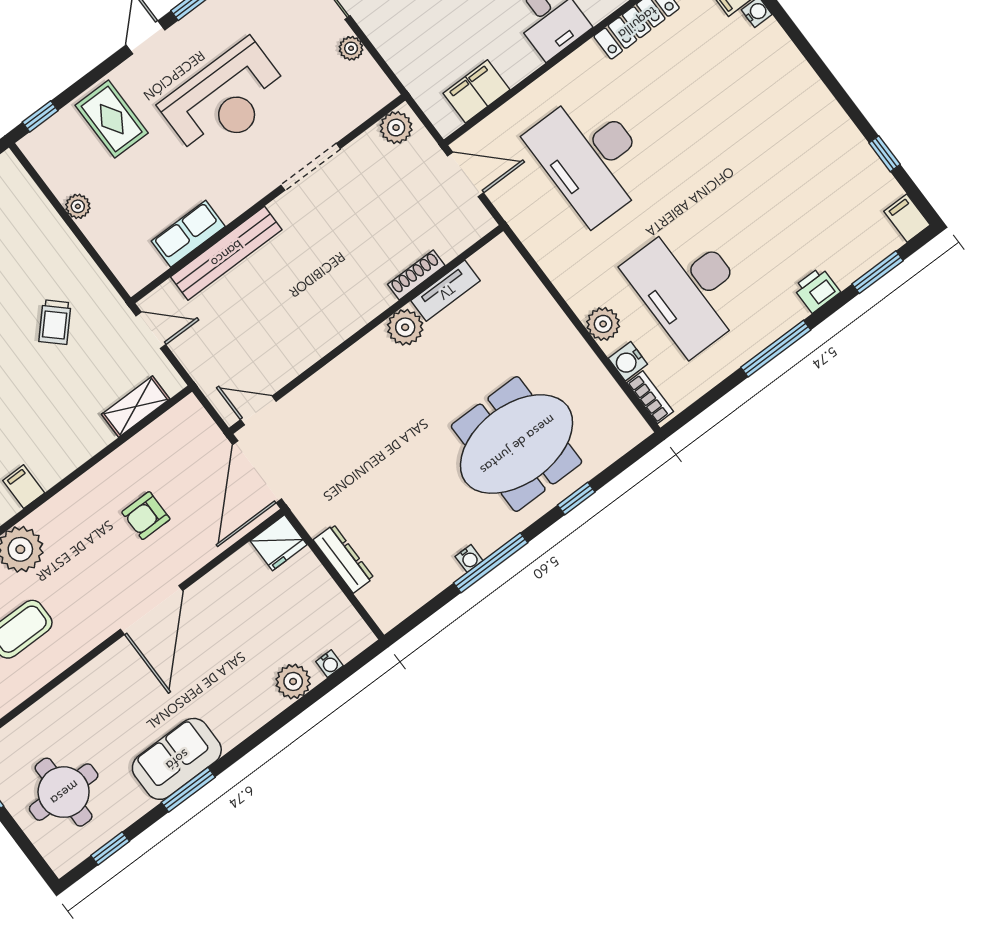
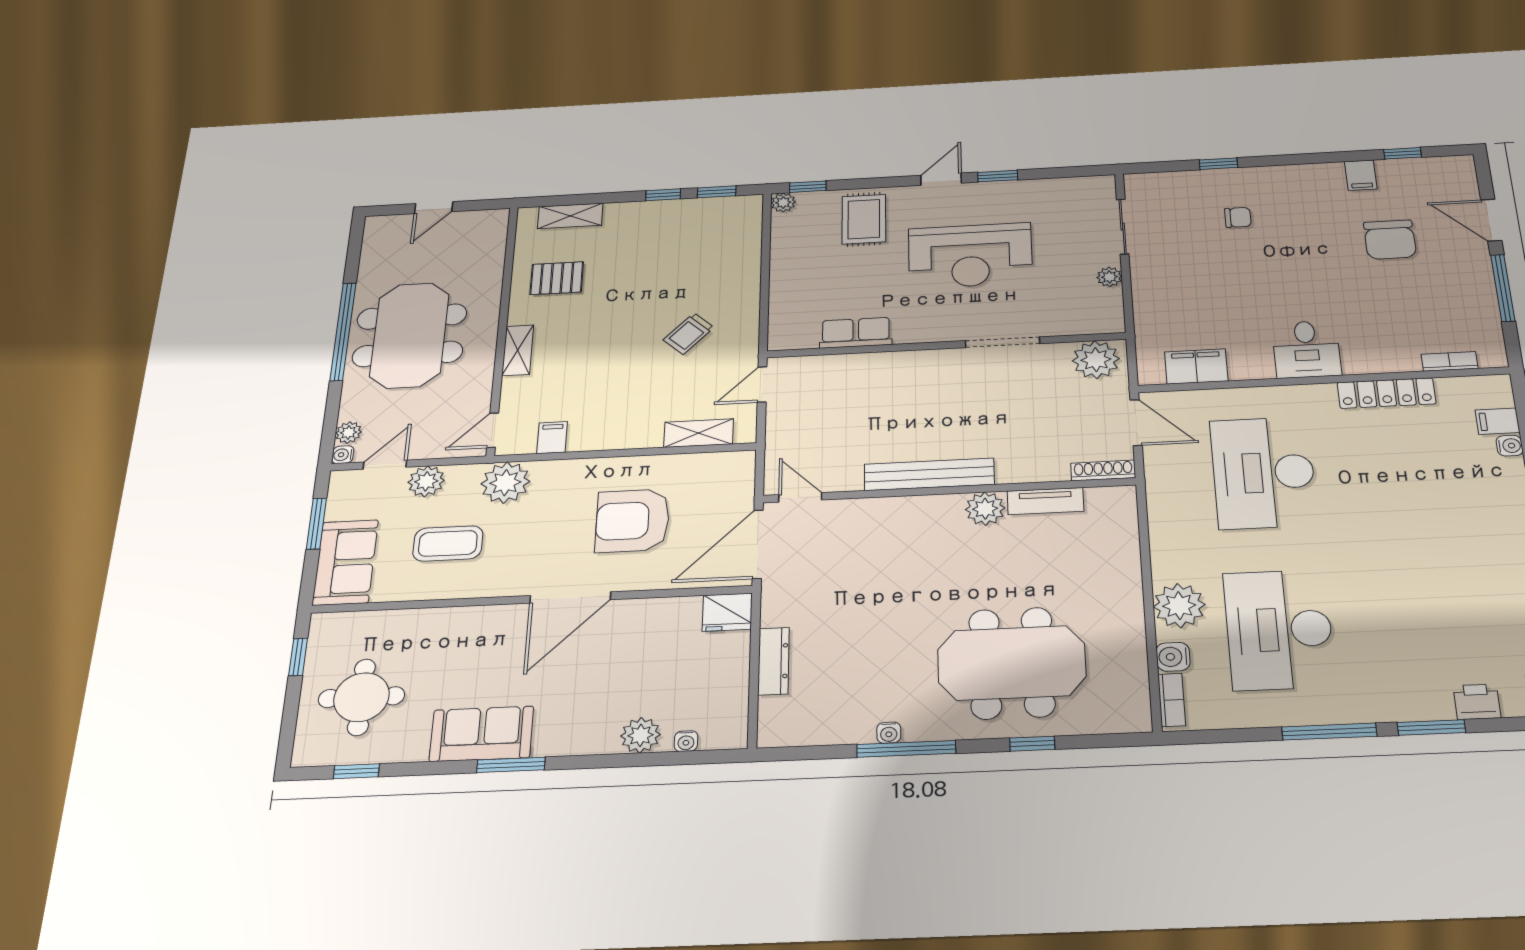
plant: (396, 128) -> (1096, 360), width x1.36, depth x1.36
plant: (78, 206) -> (783, 203), moved
bench: (226, 253) -> (929, 474), moved
window: (878, 272) -> (1431, 727), moved
shoe rack: (416, 275) -> (1103, 470), moved
printer: (817, 290) -> (1477, 702), moved
plant: (603, 324) -> (1179, 606), width x1.36, depth x1.36
door: (151, 330) -> (762, 384), swing flipped
armchair: (146, 516) -> (632, 521), width x1.88, depth x1.88
window: (188, 790) -> (511, 765), moved

